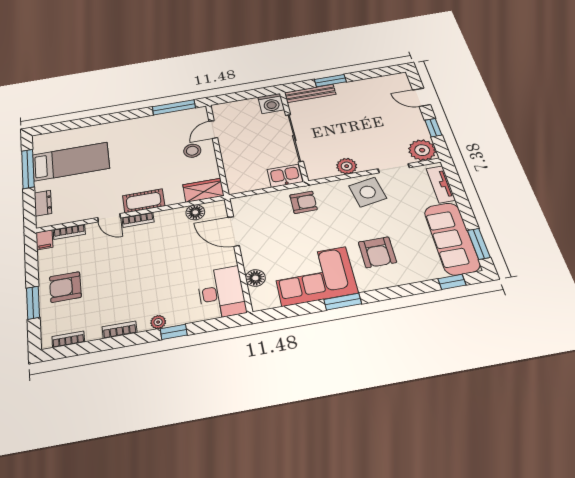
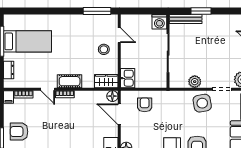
door: (213, 130) -> (119, 35), swing flipped
kitchen sink: (285, 176) -> (128, 78), moved, turned 90
armchair: (303, 202) -> (145, 105), moved, turned -90
floor lamp: (195, 212) -> (112, 96), moved

